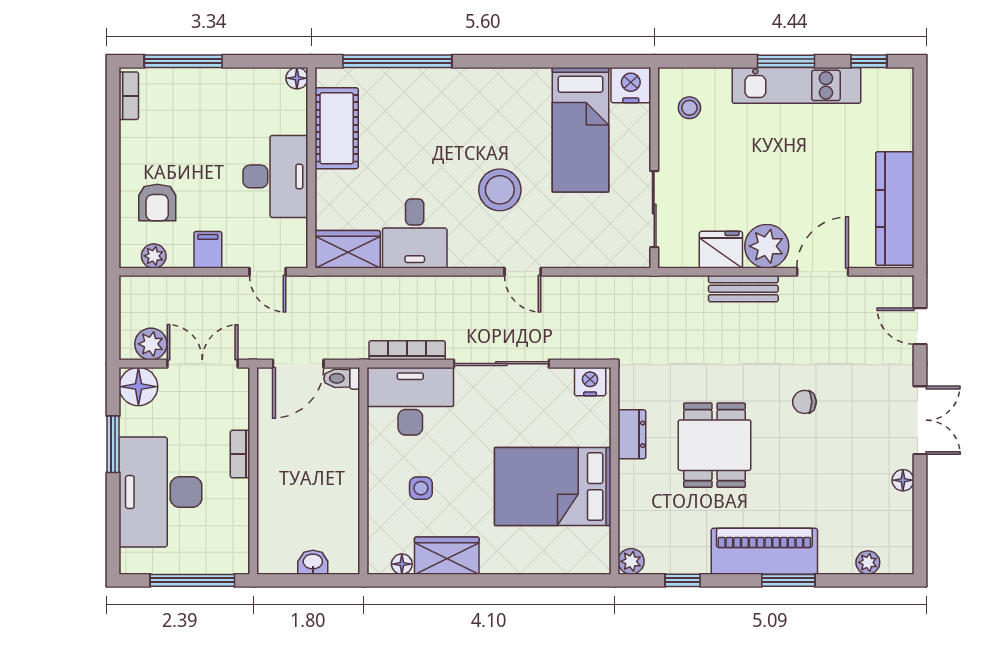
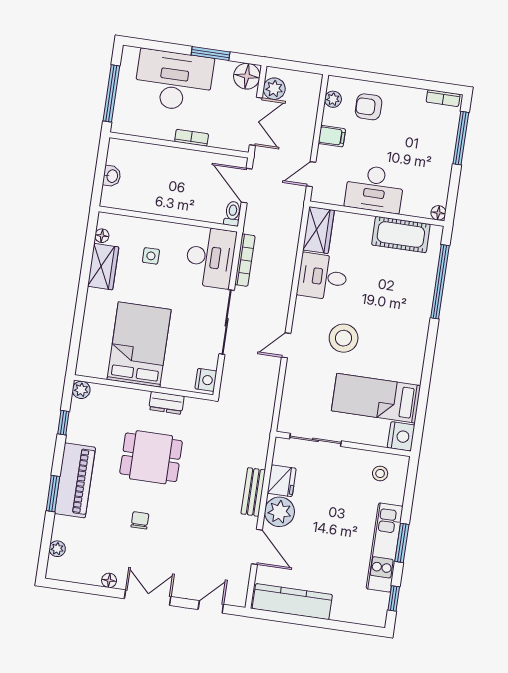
chair: (804, 402) -> (140, 520), moved
double door: (920, 420) -> (148, 598), swing flipped

